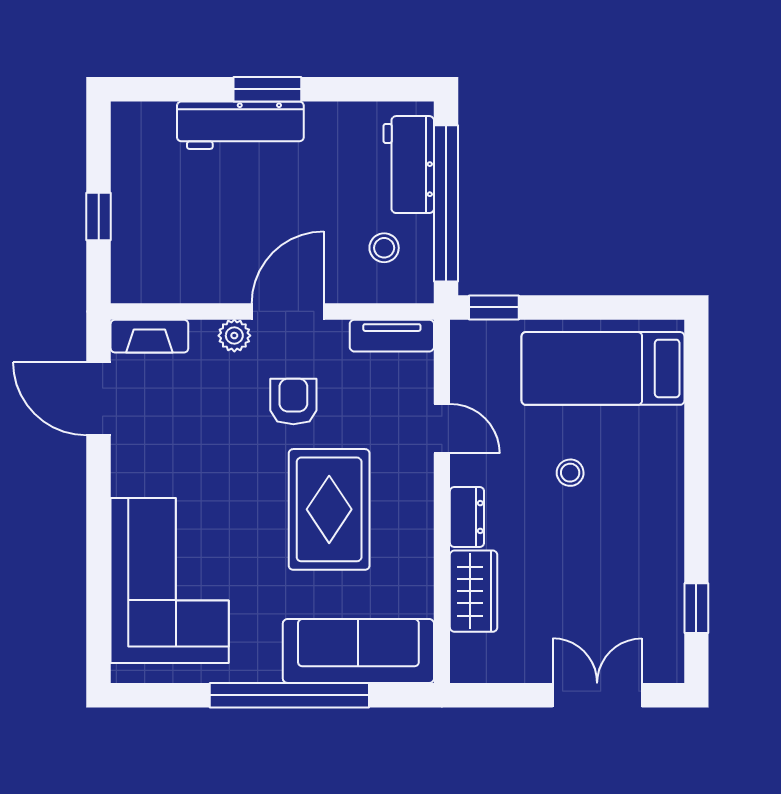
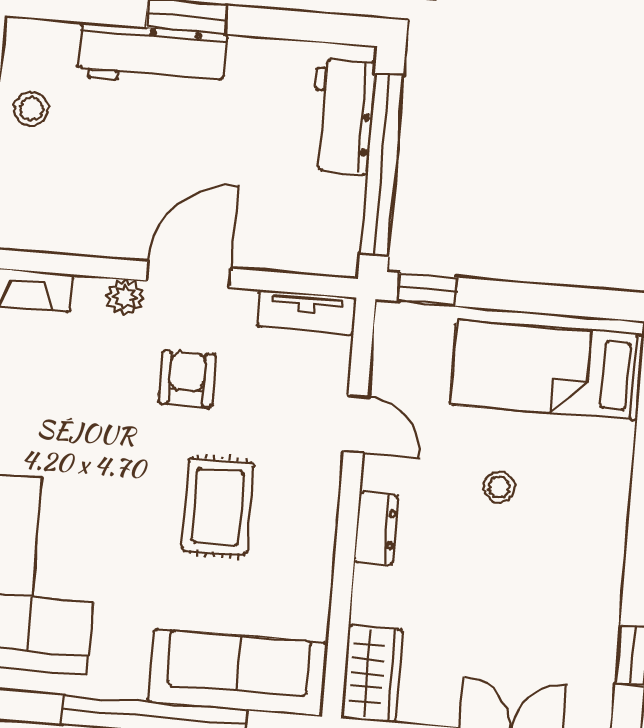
stool: (384, 248) -> (31, 109), moved
rug: (329, 509) -> (218, 507), width x0.73, depth x0.70
wardrobe: (474, 591) -> (372, 674), moved

